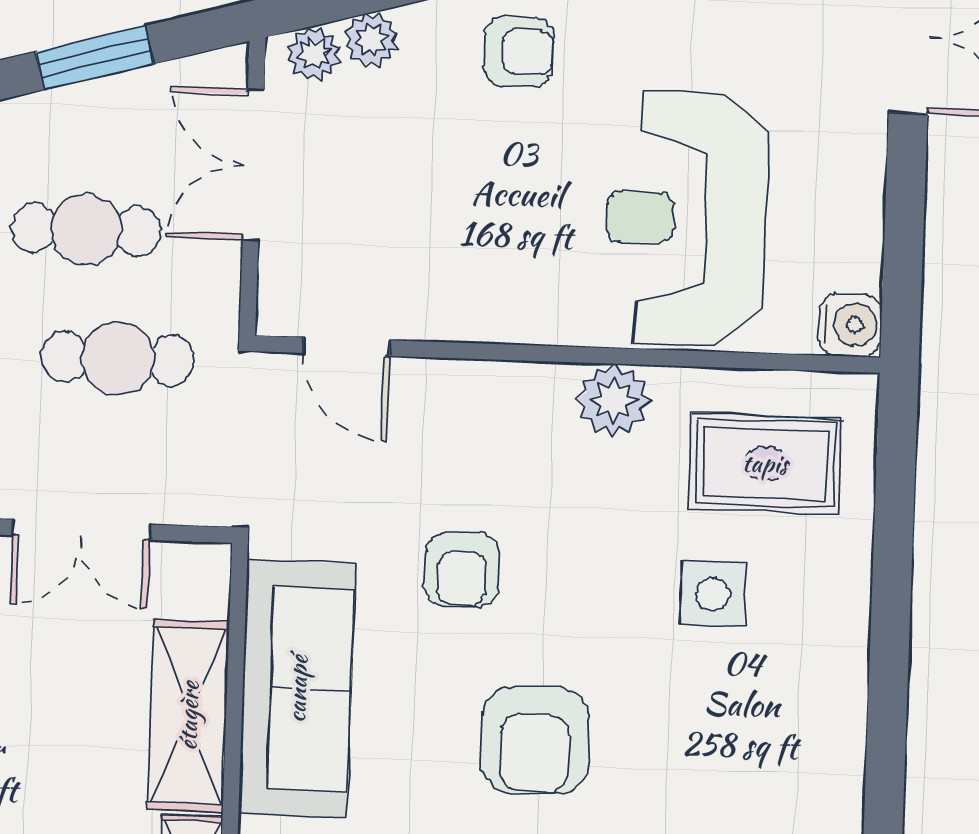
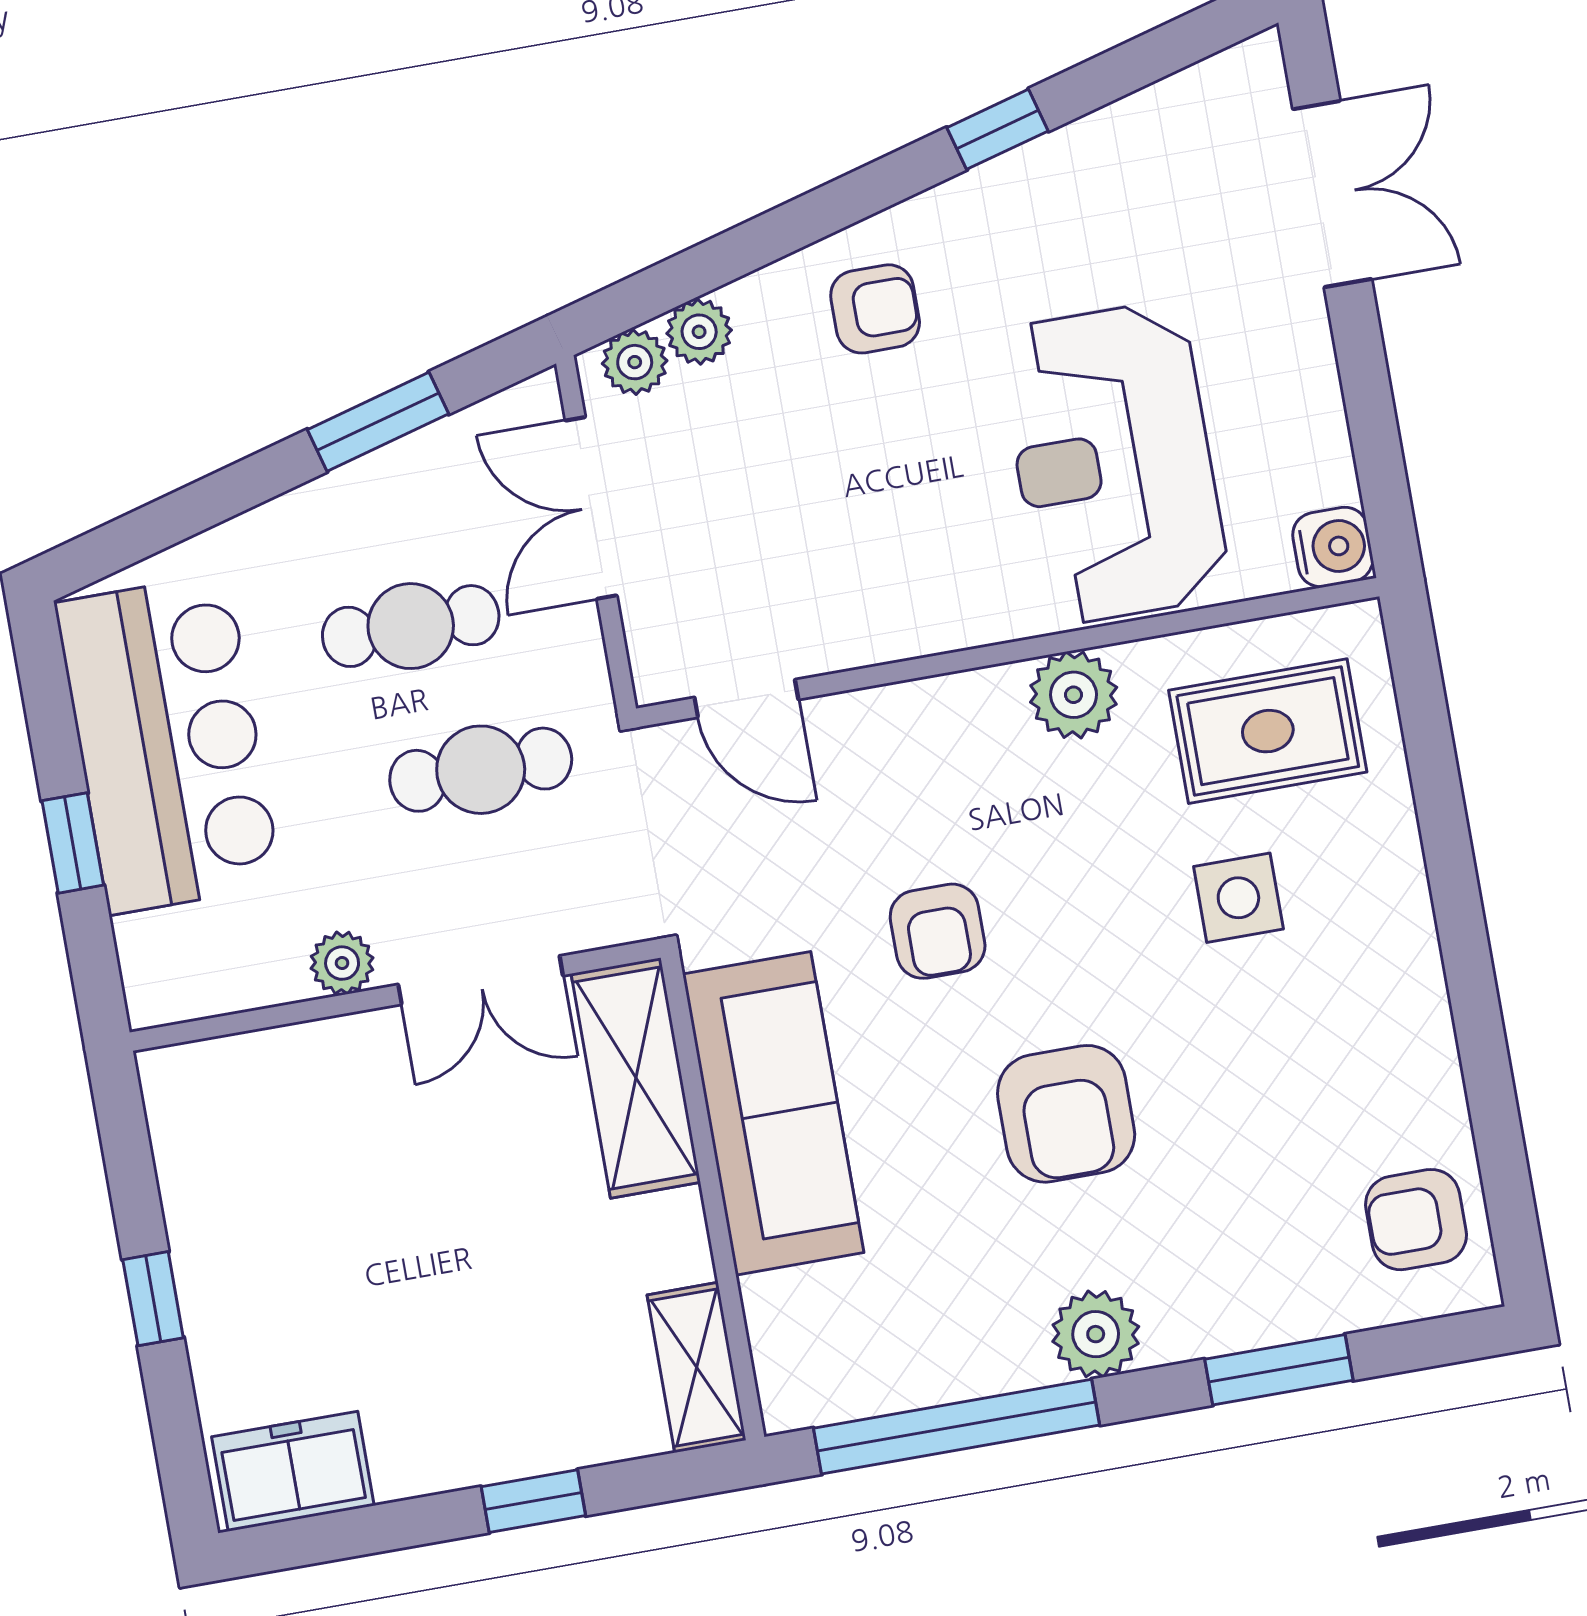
shelving: (188, 716) -> (636, 1078), moved

